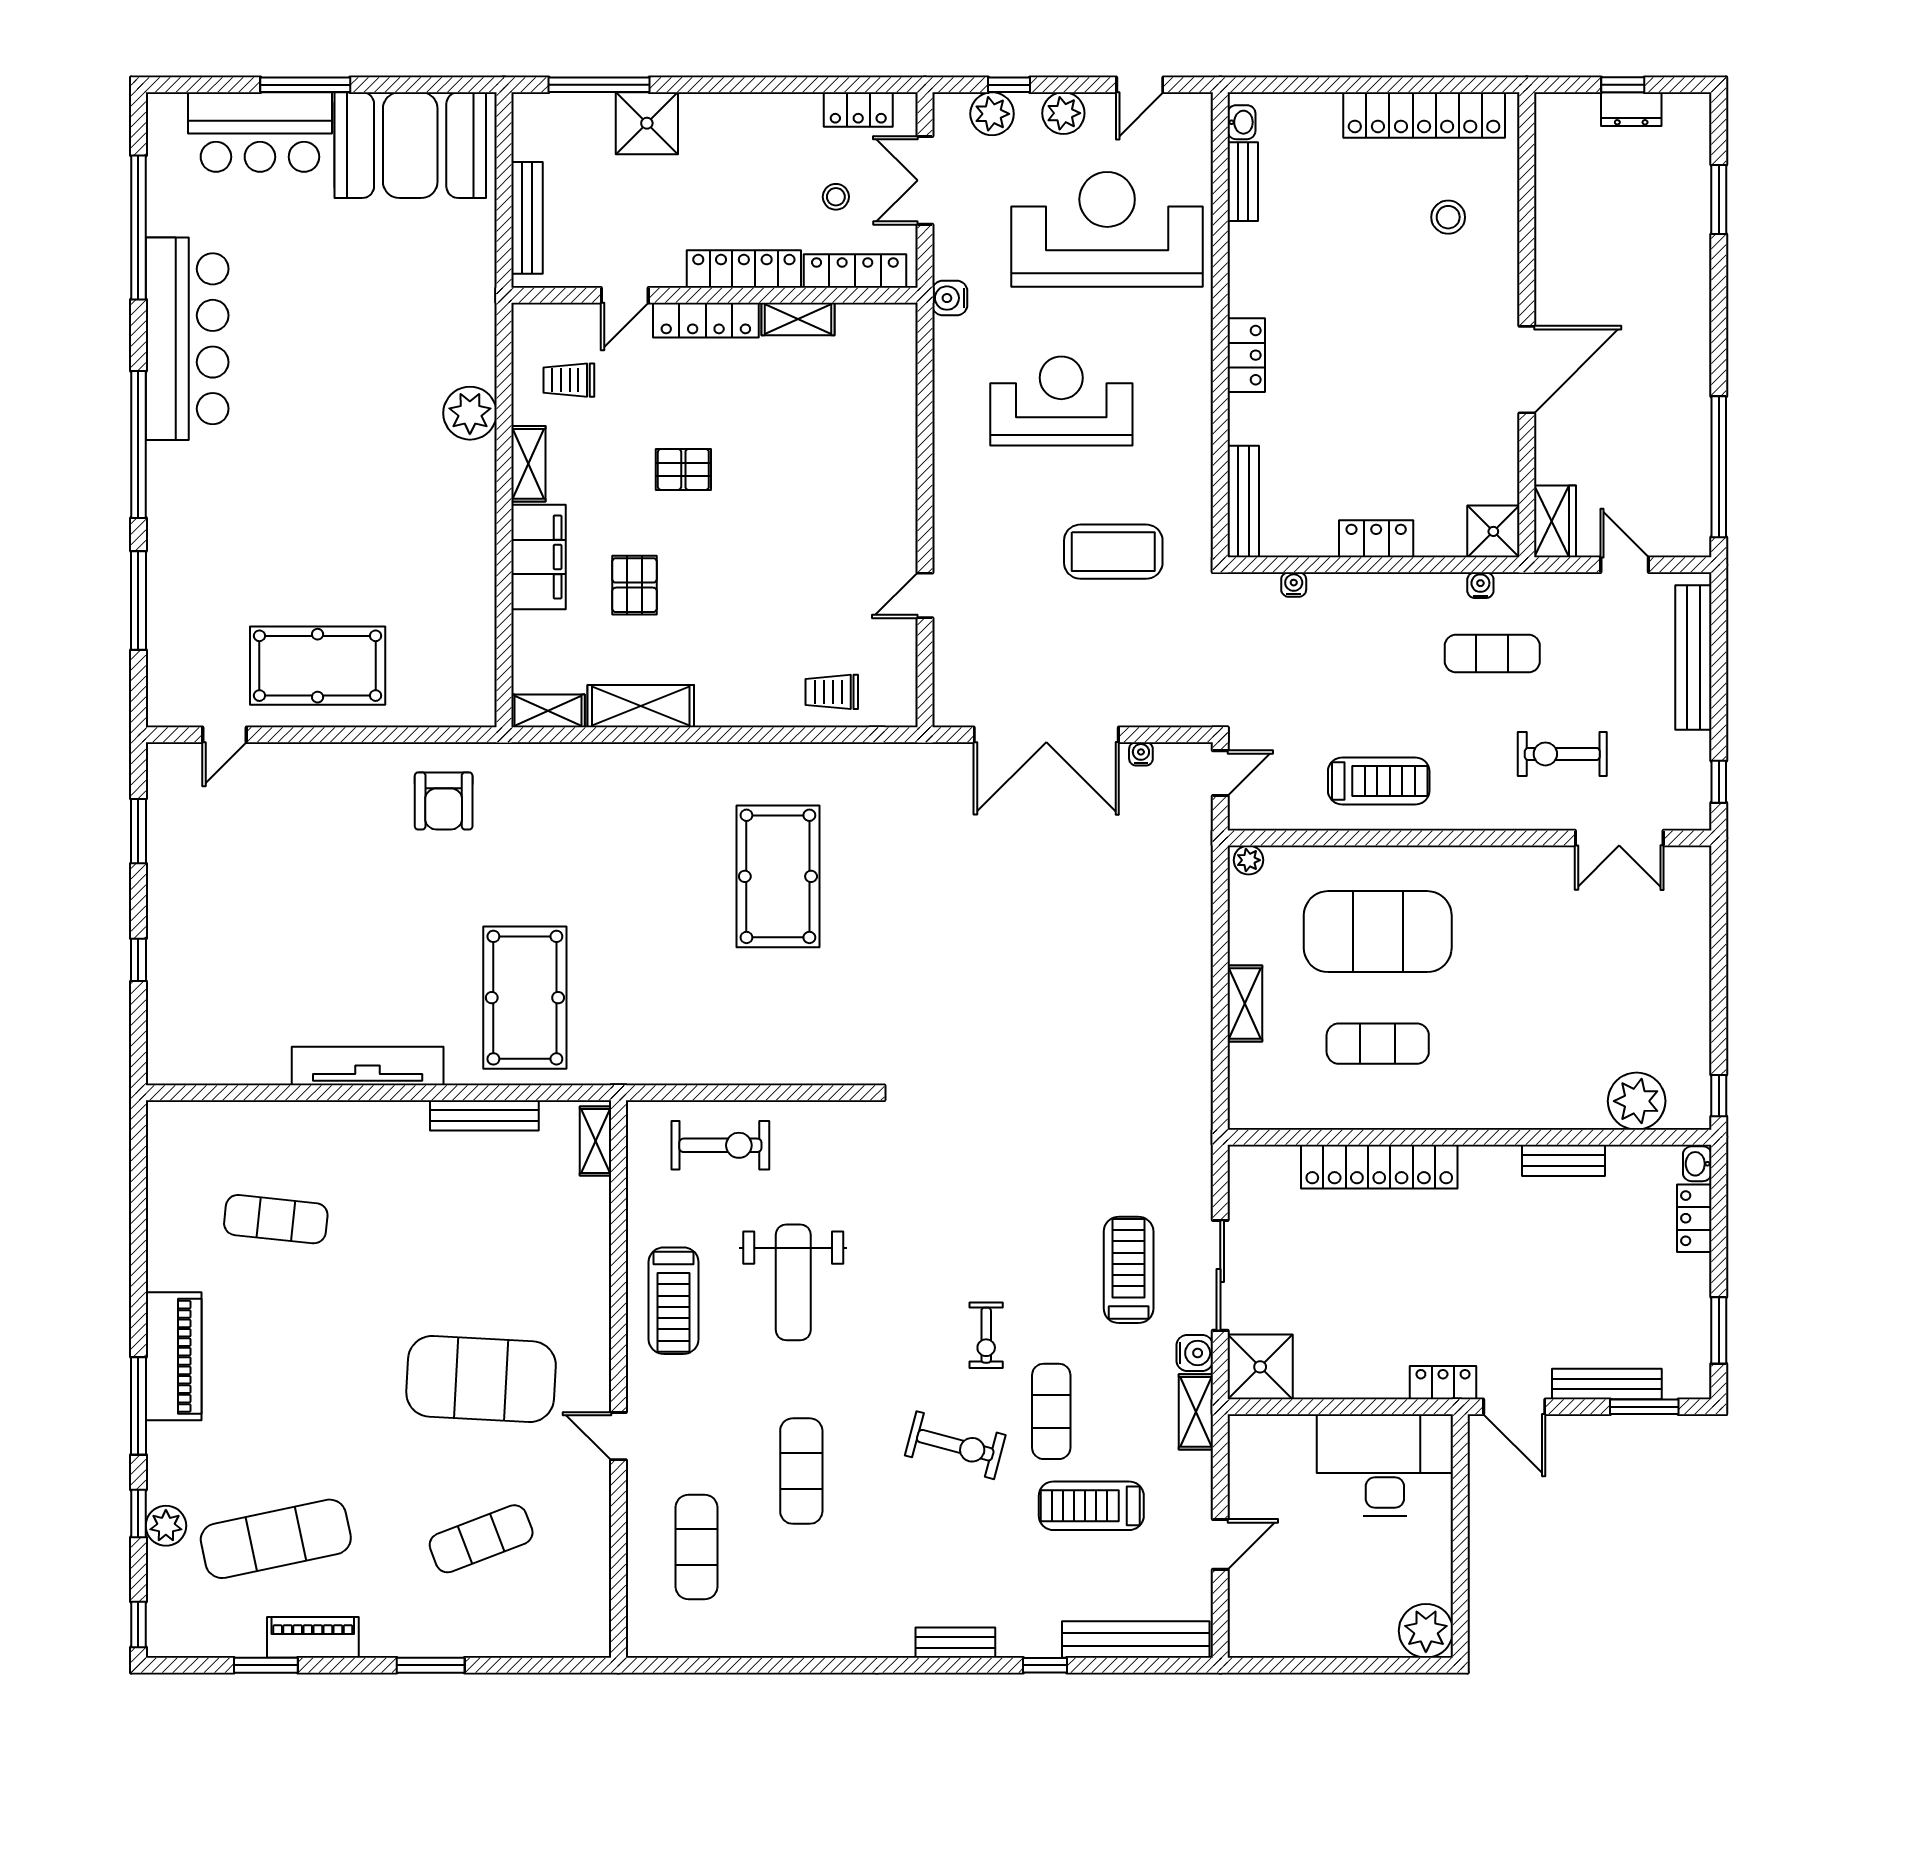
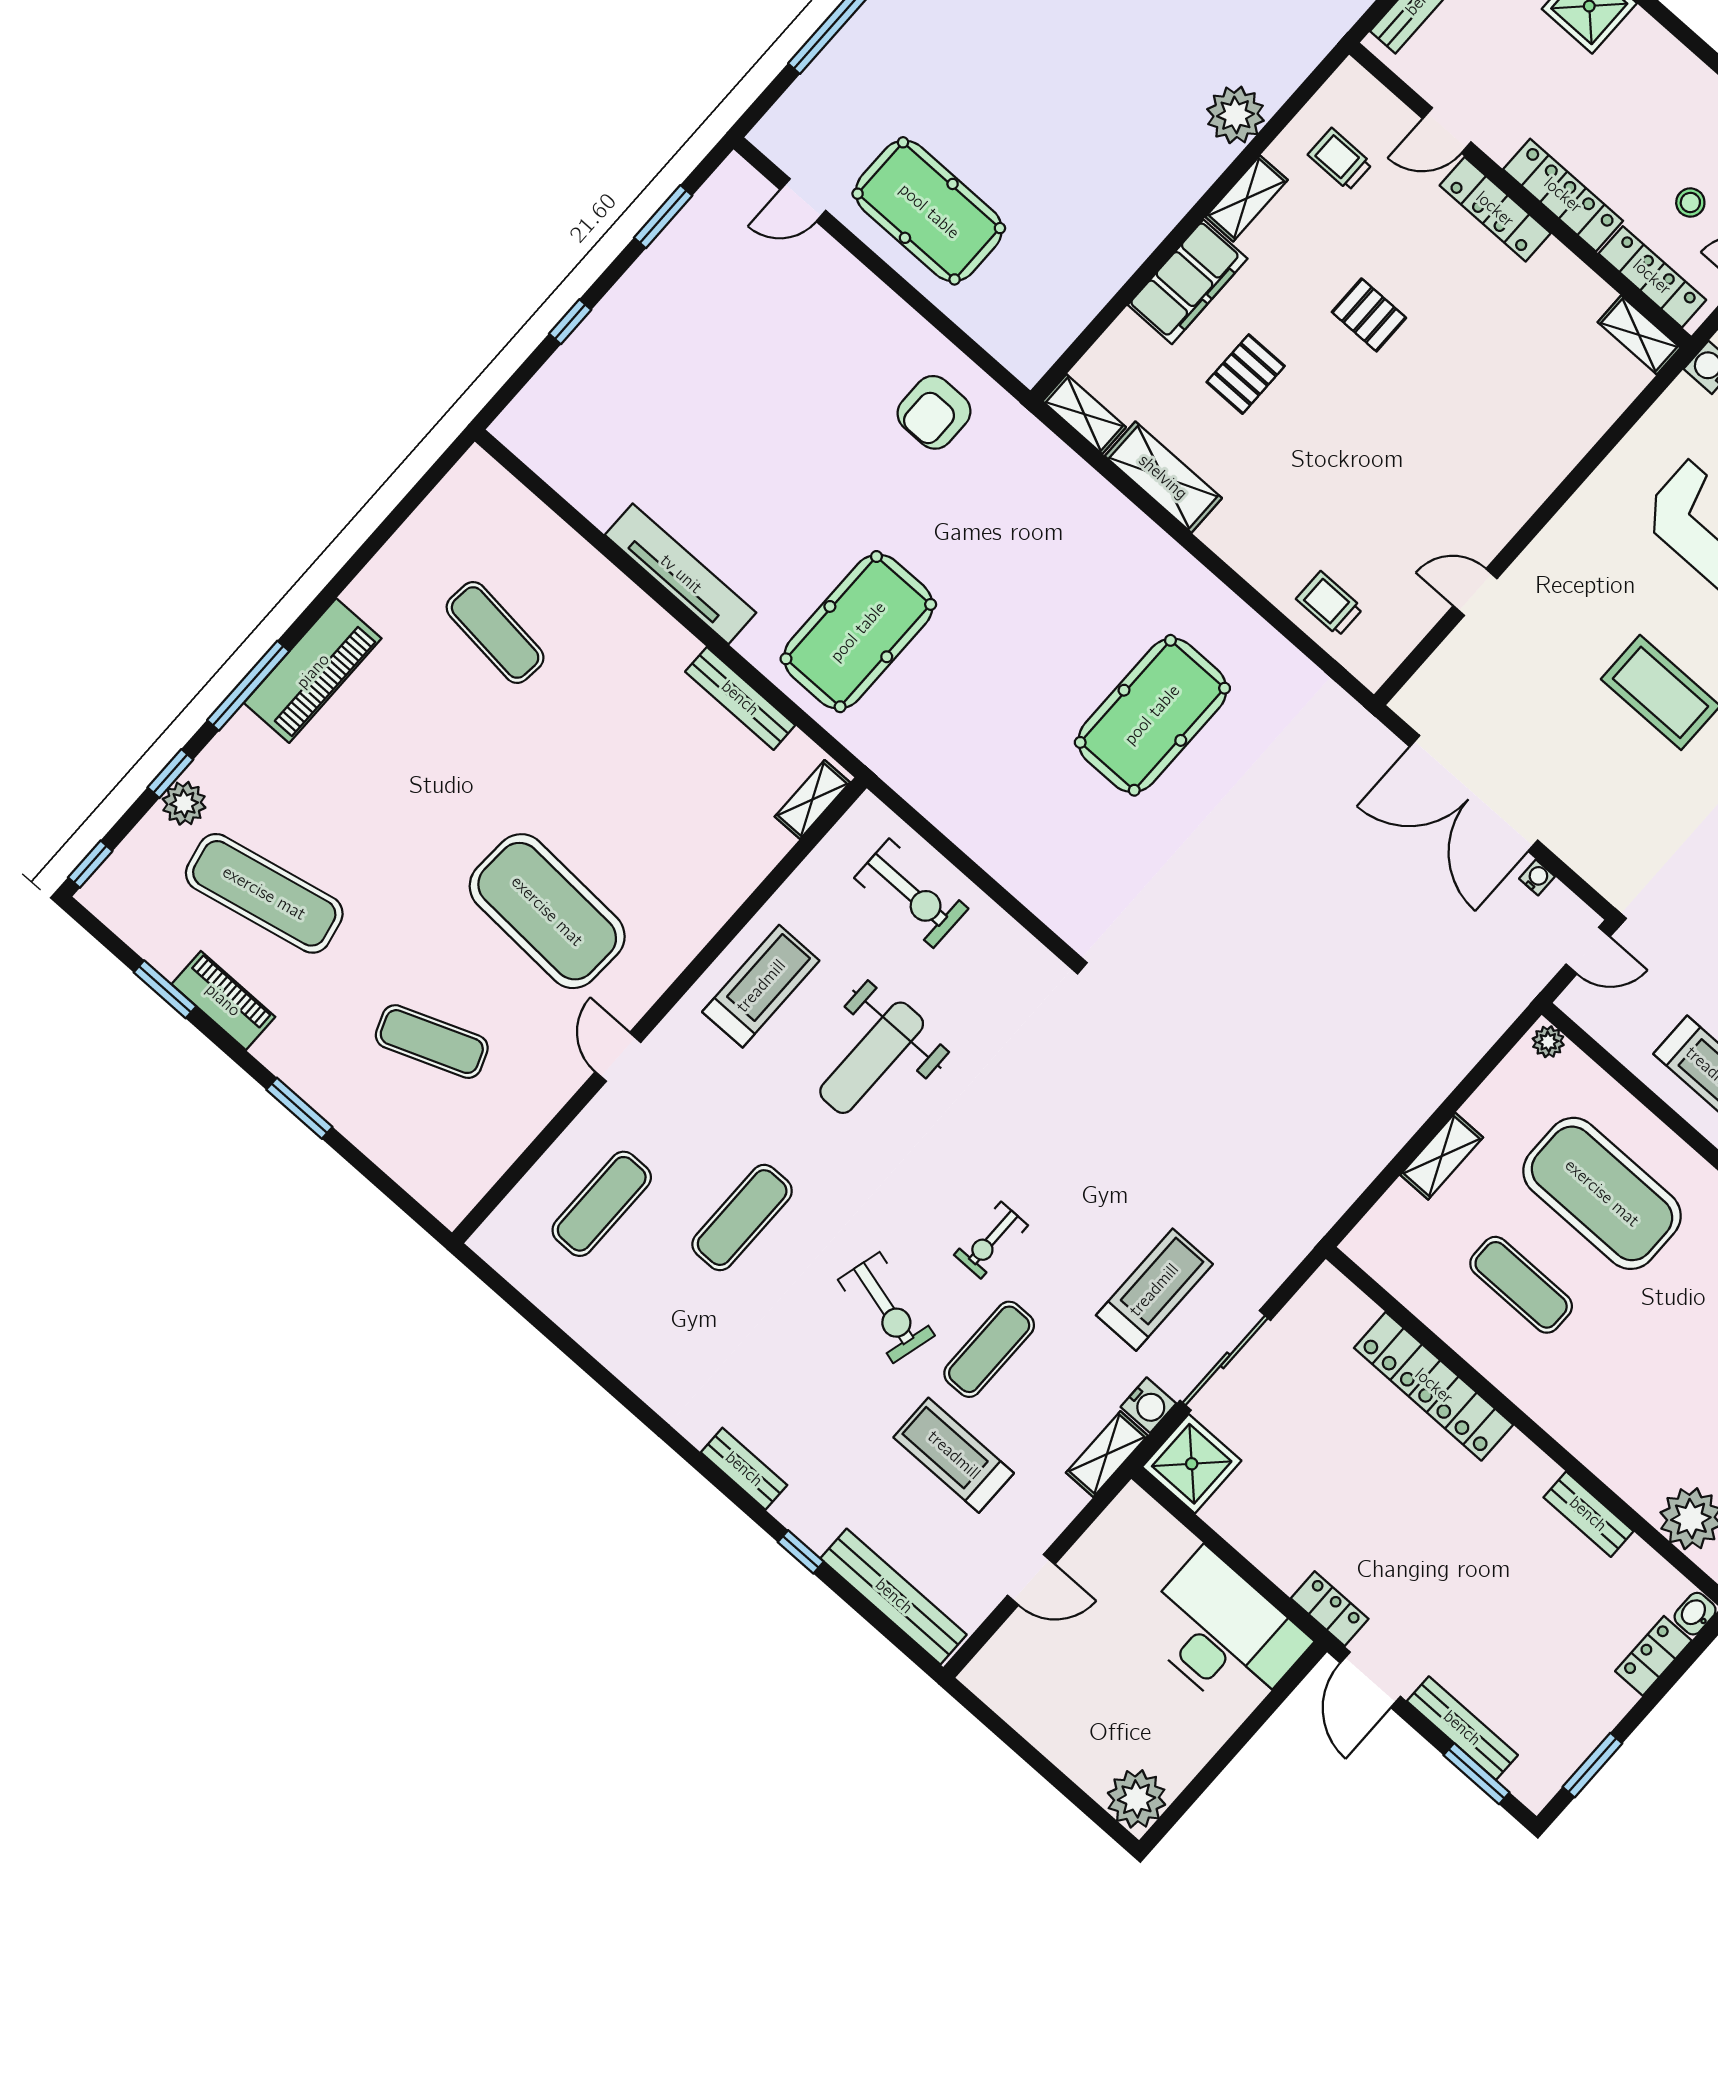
shelving: (798, 319) -> (1639, 335), moved
treadmill: (674, 1301) -> (761, 986), turned 180

